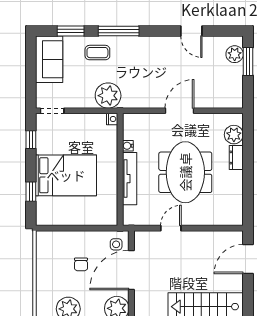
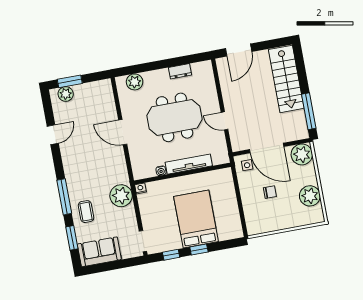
dresser: (236, 157) -> (180, 71), moved
window: (31, 192) -> (199, 250), moved
door: (248, 259) -> (239, 50), hinge flipped

